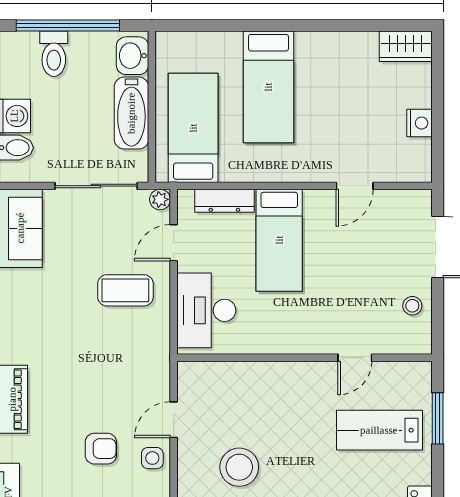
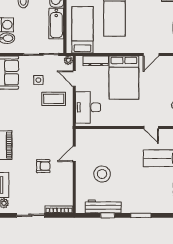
bed: (279, 240) -> (124, 78), width x1.50
door: (174, 243) -> (74, 79), hinge flipped
door: (355, 358) -> (151, 128), hinge flipped
side table: (152, 458) -> (38, 80), moved

